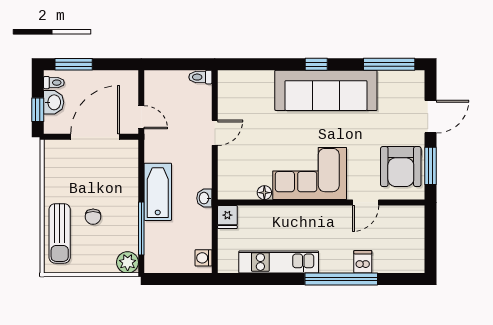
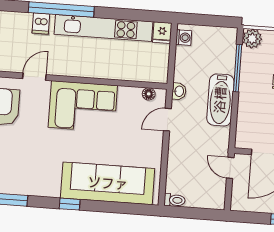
sofa: (326, 90) -> (108, 183), moved
door: (215, 133) -> (167, 120), moved
floor lamp: (264, 193) -> (149, 94), moved
fridge: (227, 217) -> (162, 33), moved, turned 180
kitchen unit: (279, 262) -> (103, 28), width x1.36

